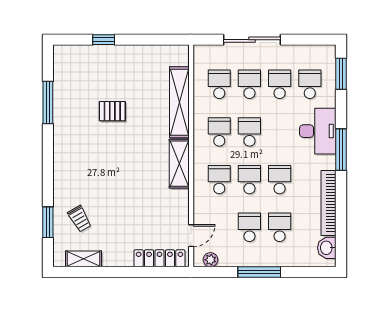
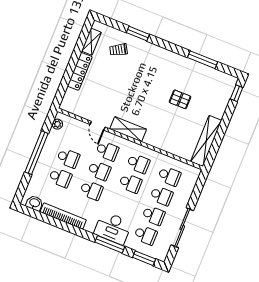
window: (104, 40) -> (237, 93), moved
sliding door: (252, 40) -> (182, 228), moved
shelving: (179, 102) -> (206, 141), moved, turned 90
pallet: (112, 111) -> (180, 99), turned 90
window: (341, 150) -> (110, 244), moved
window: (48, 222) -> (138, 33), moved
door: (191, 236) -> (98, 126), moved
locker: (160, 258) -> (80, 71), moved
window: (259, 272) -> (37, 153), width x1.46

